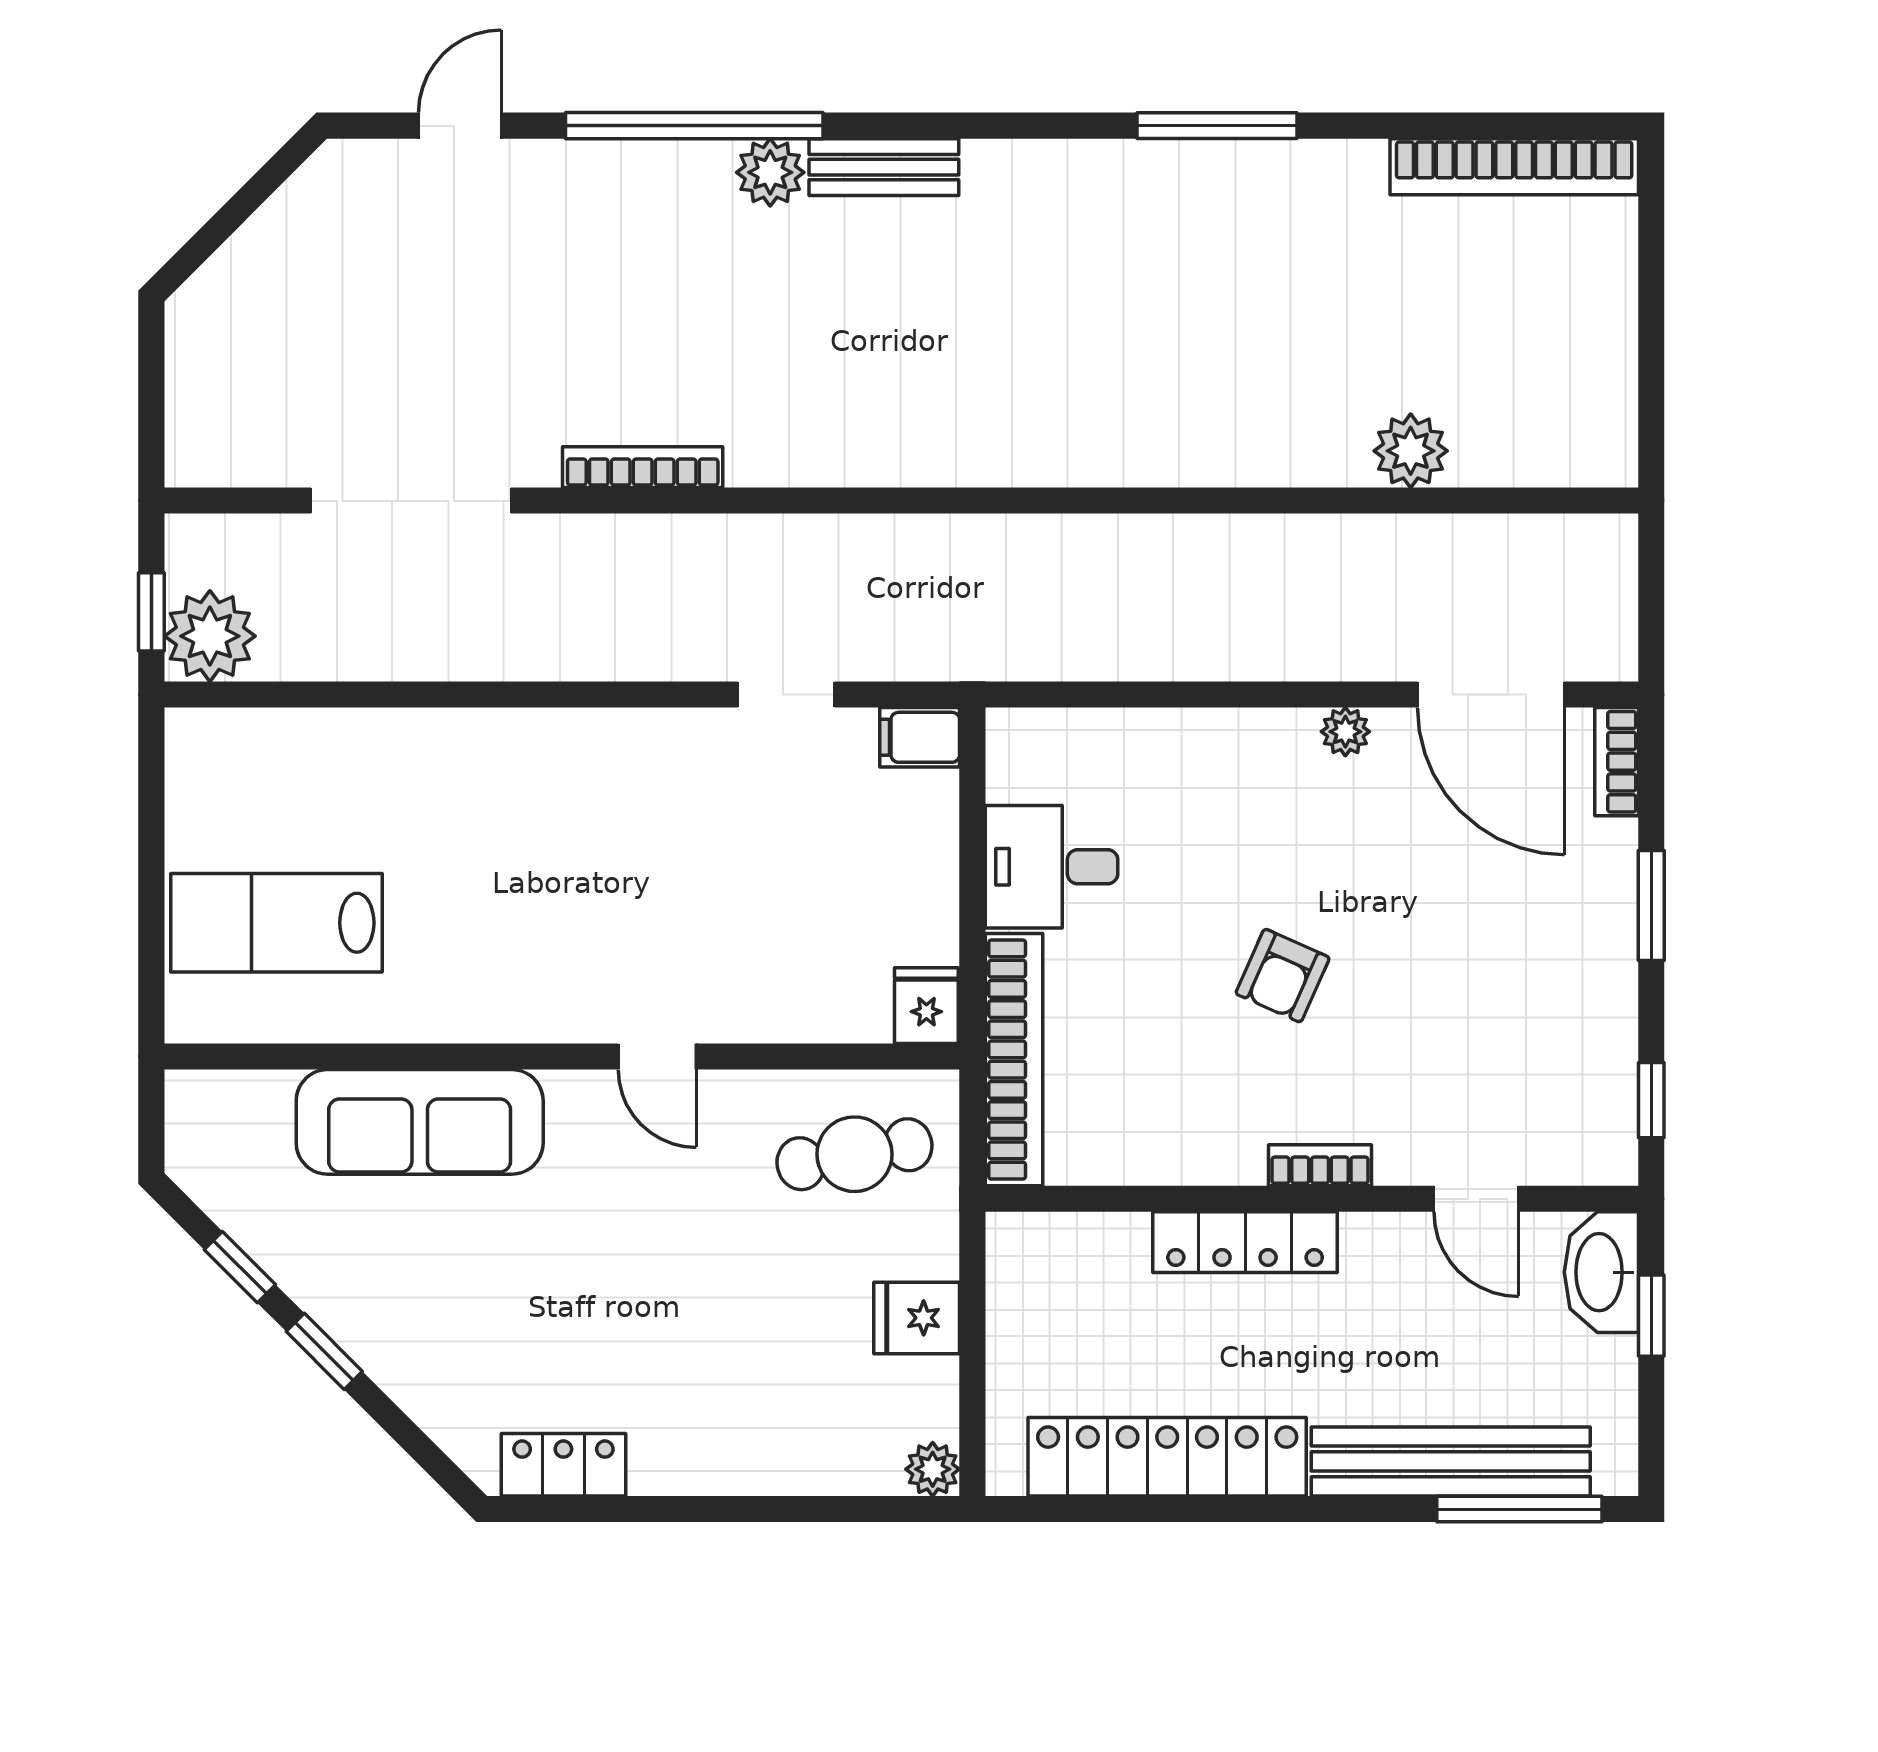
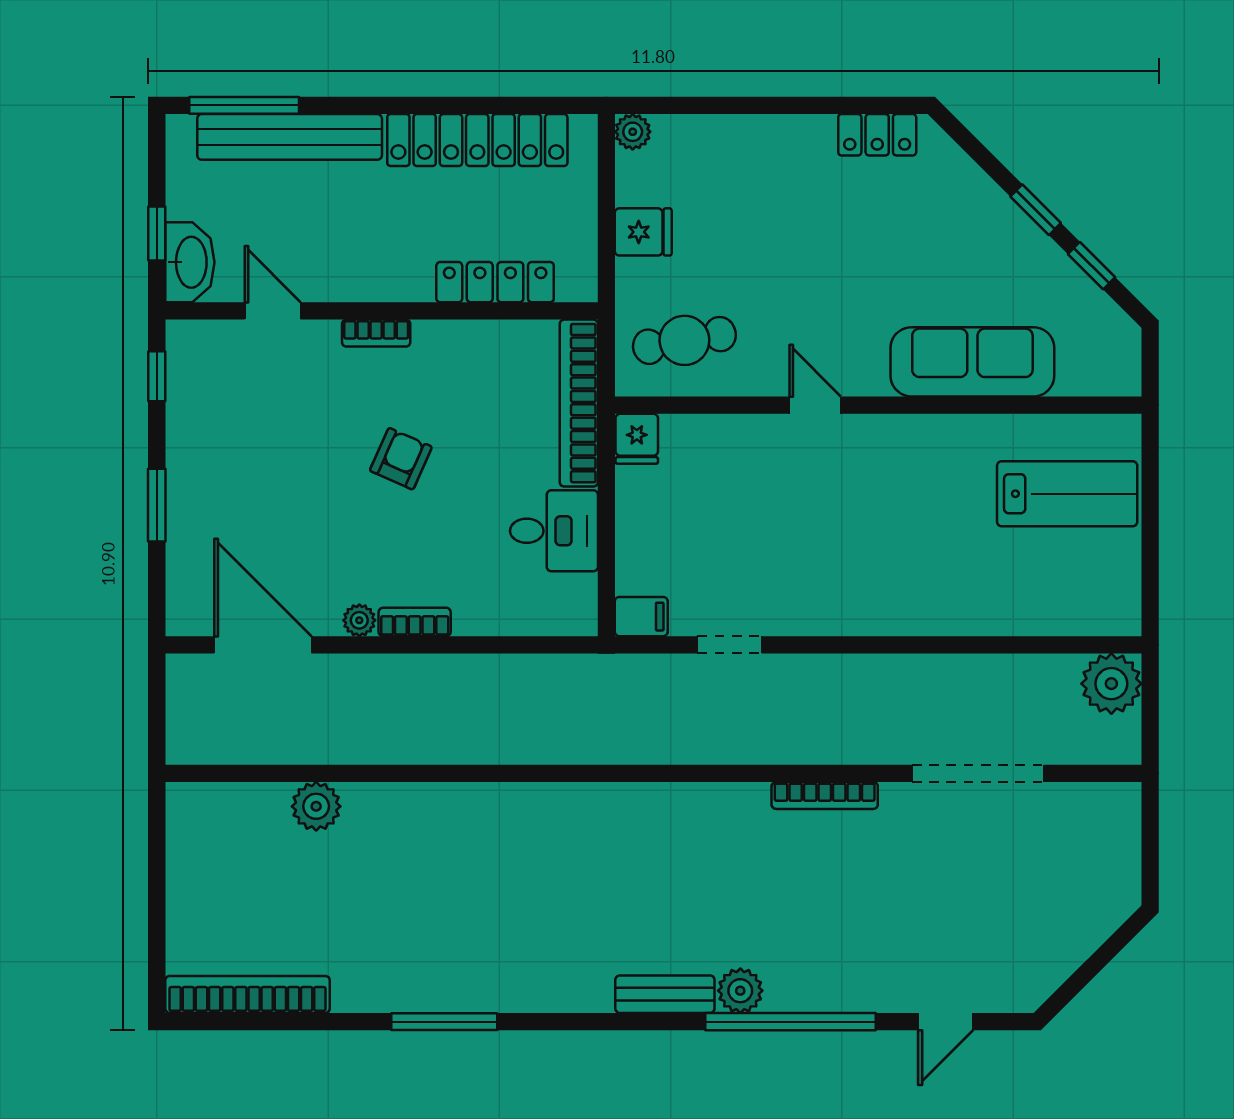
window: (151, 612) -> (1150, 700), removed
bookcase: (1617, 762) -> (415, 622), moved, turned -90
locker: (1245, 1242) -> (495, 282), moved

